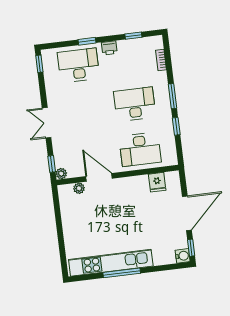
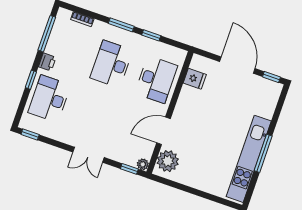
window: (133, 36) -> (47, 34), width x2.17
plant: (79, 188) -> (168, 161), width x1.87, depth x1.87
water cooler: (183, 256) -> (275, 89), removed

